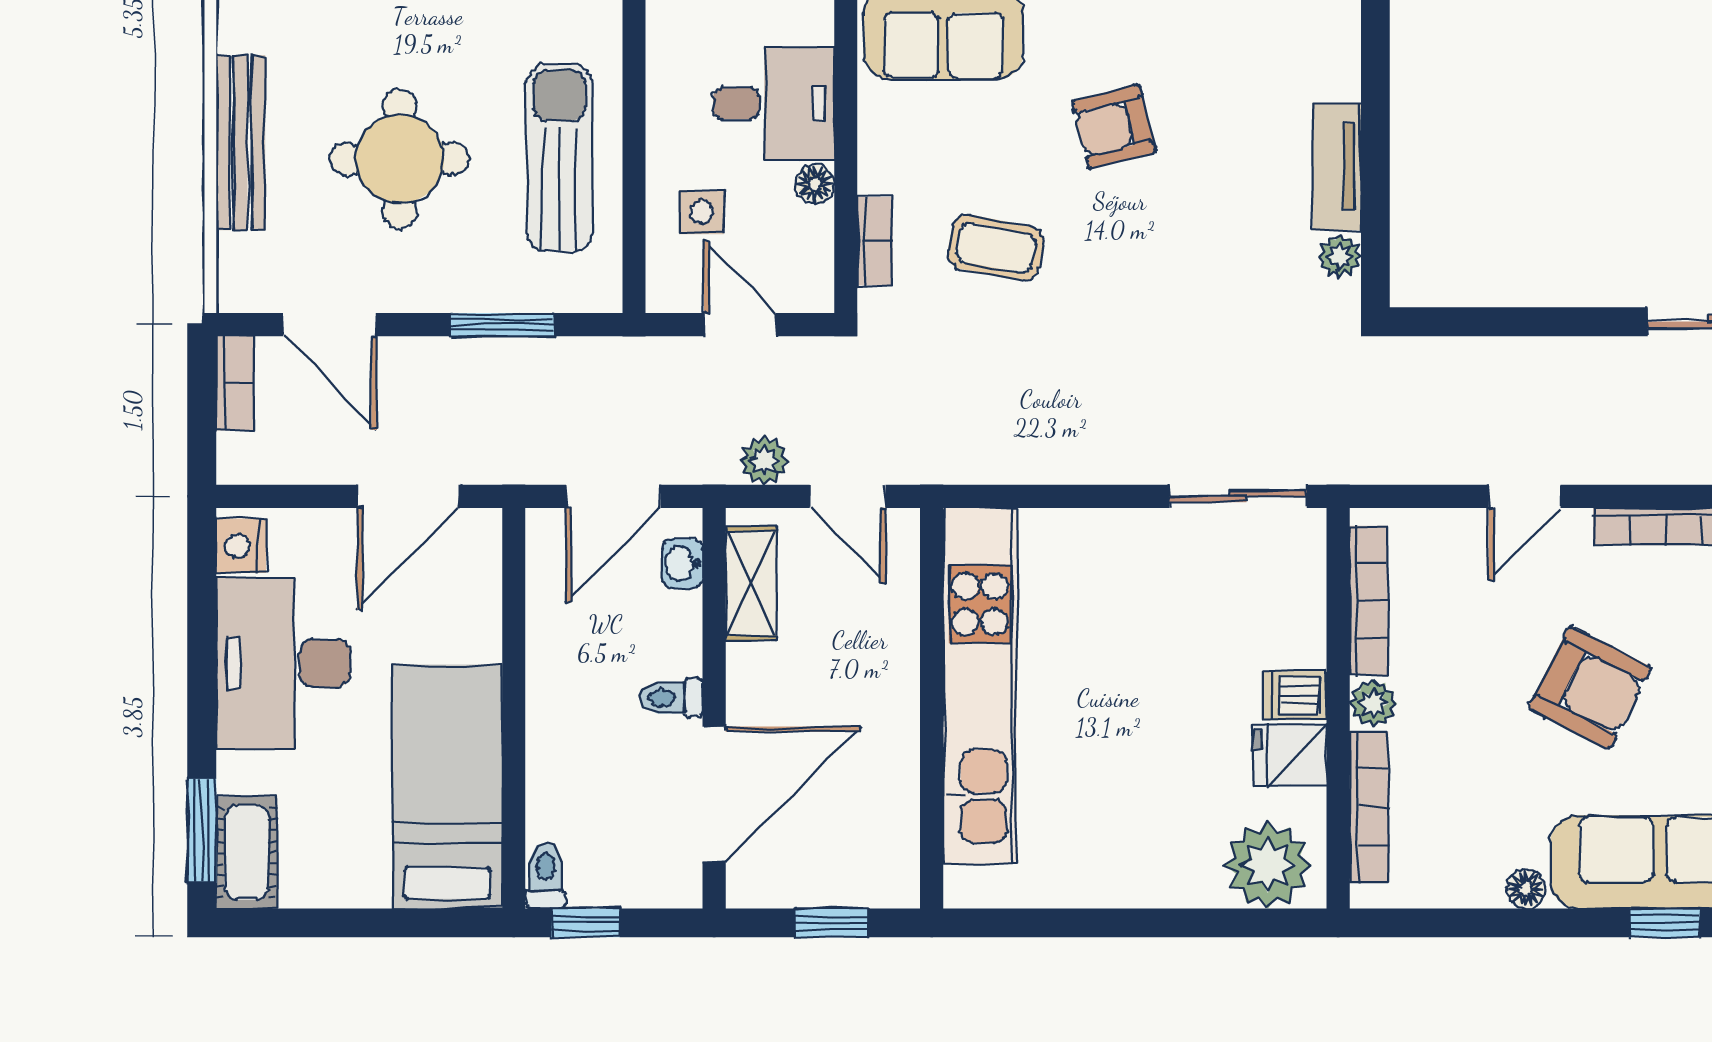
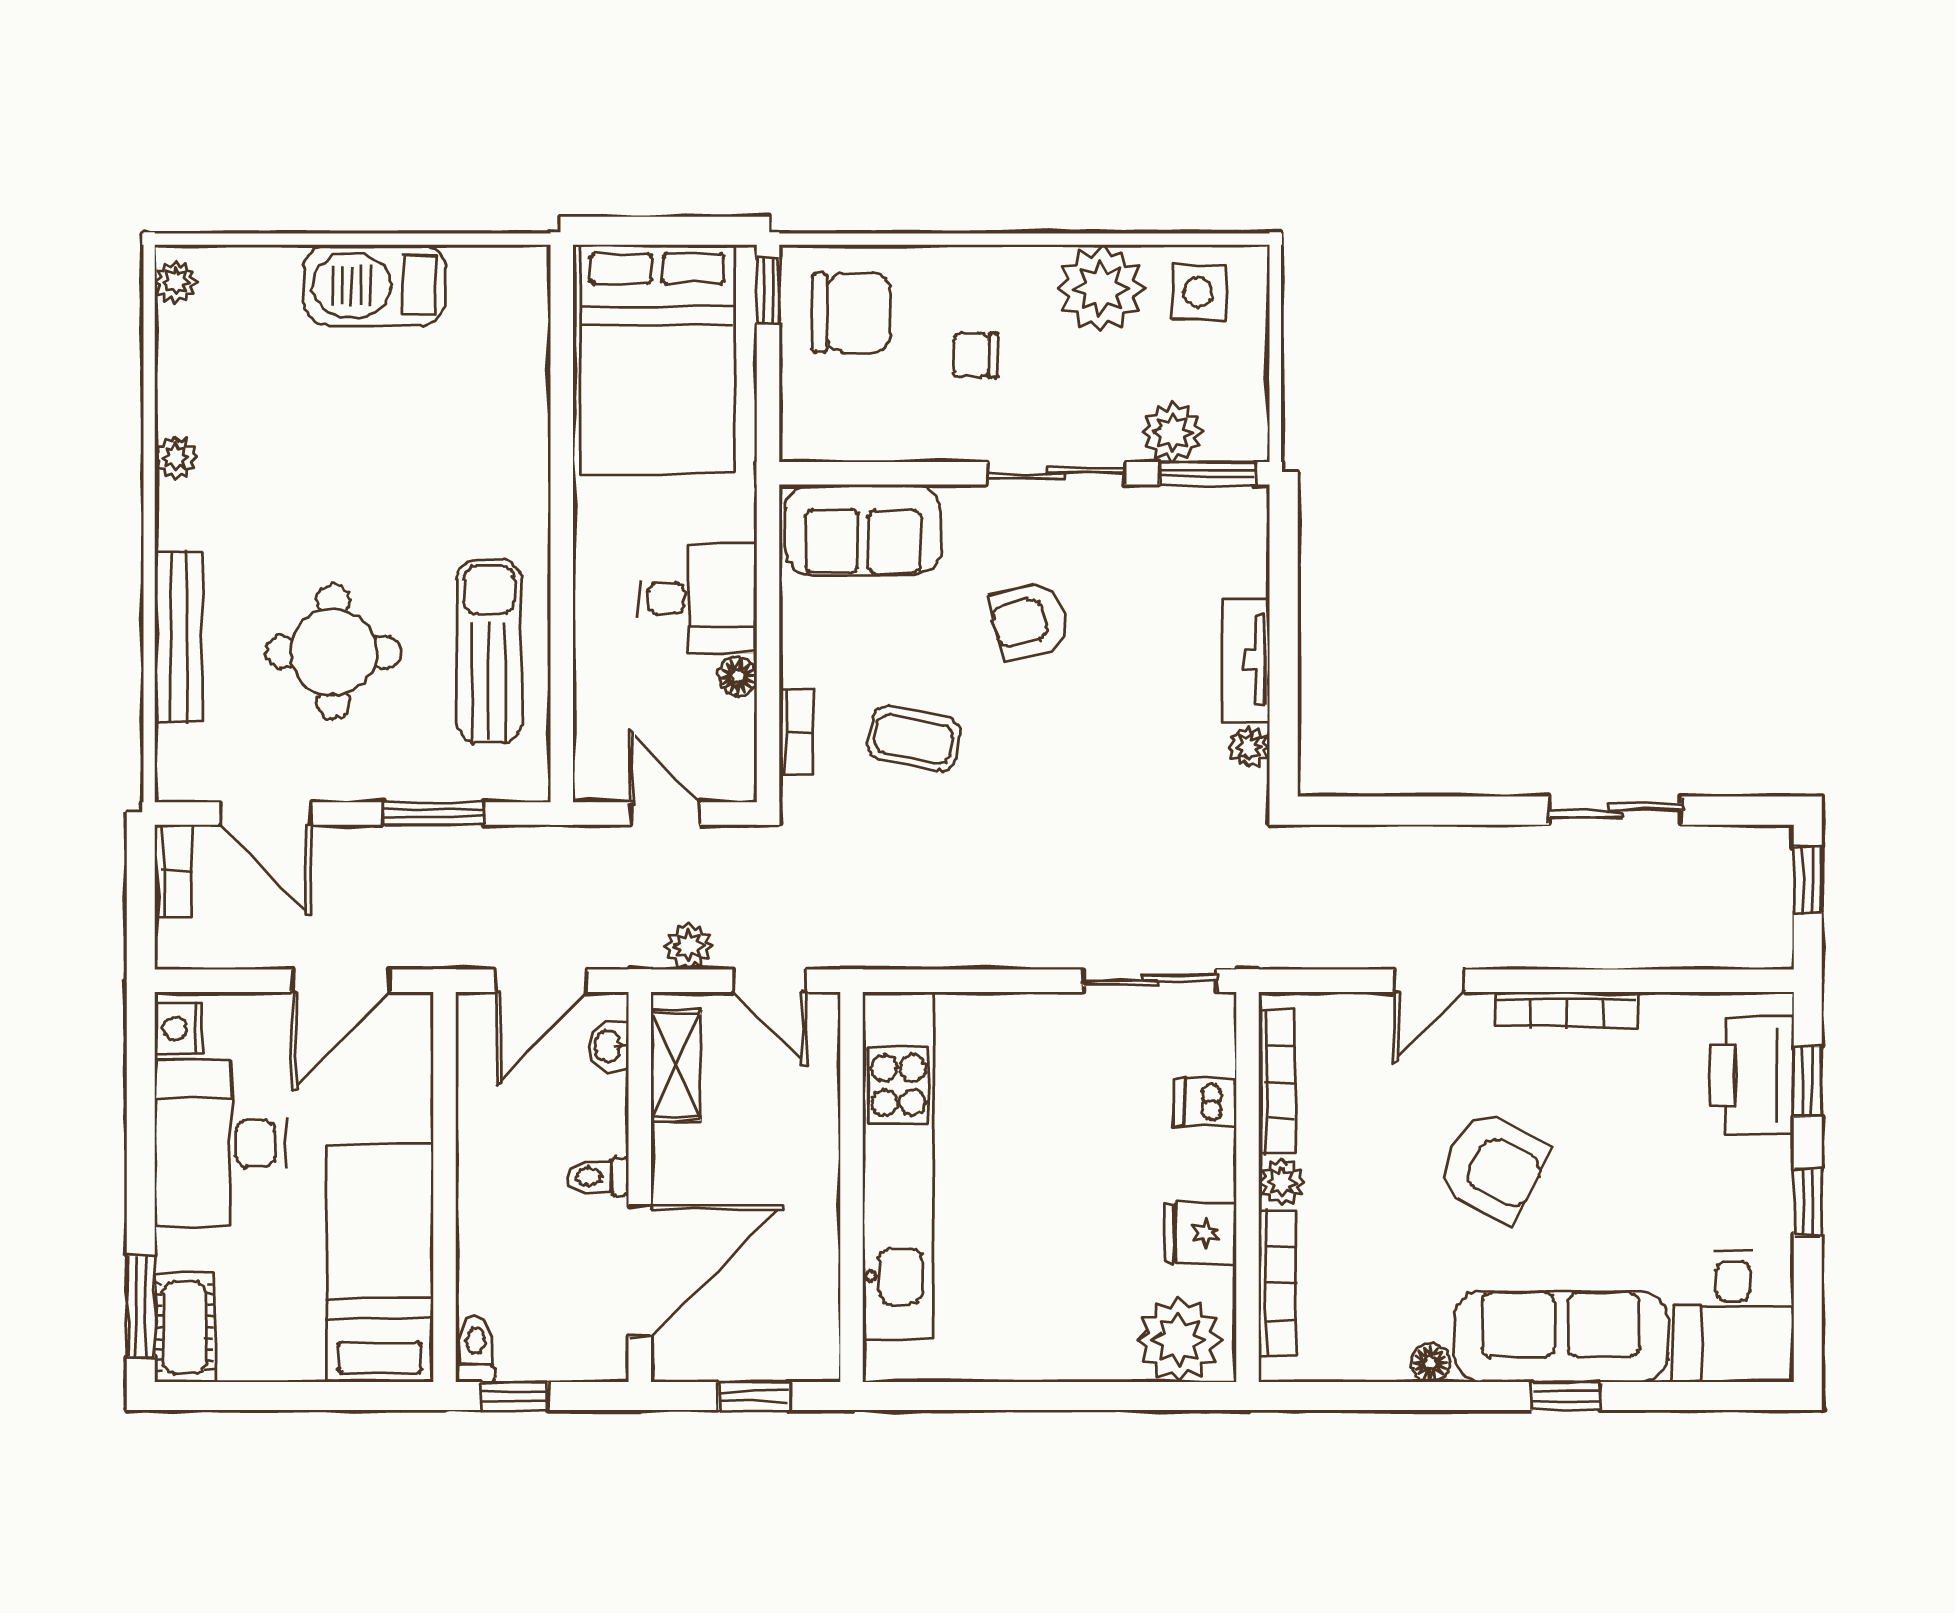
side table: (702, 212) -> (628, 704), removed
dishwasher: (1295, 695) -> (1205, 1102), moved

